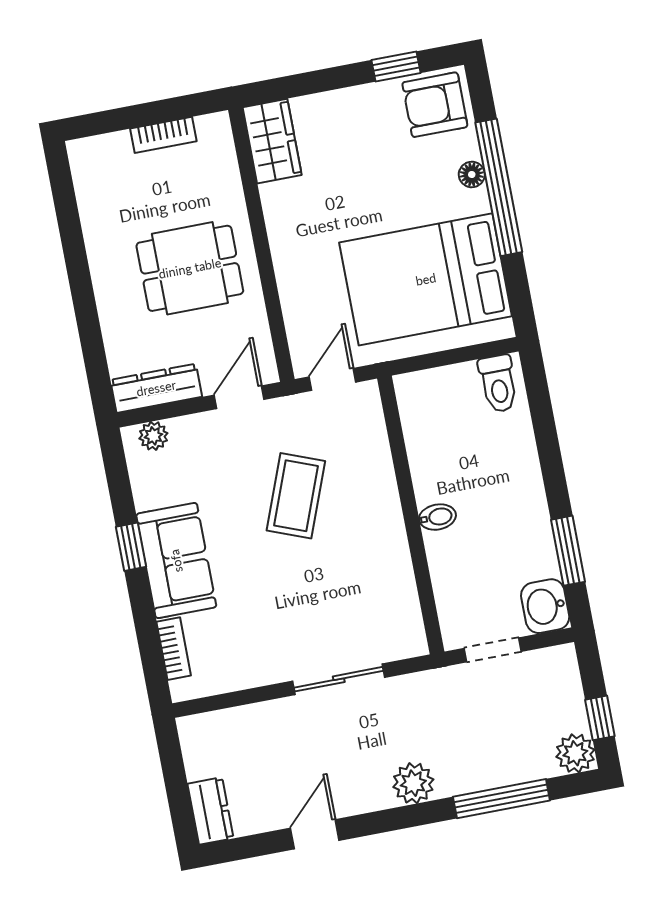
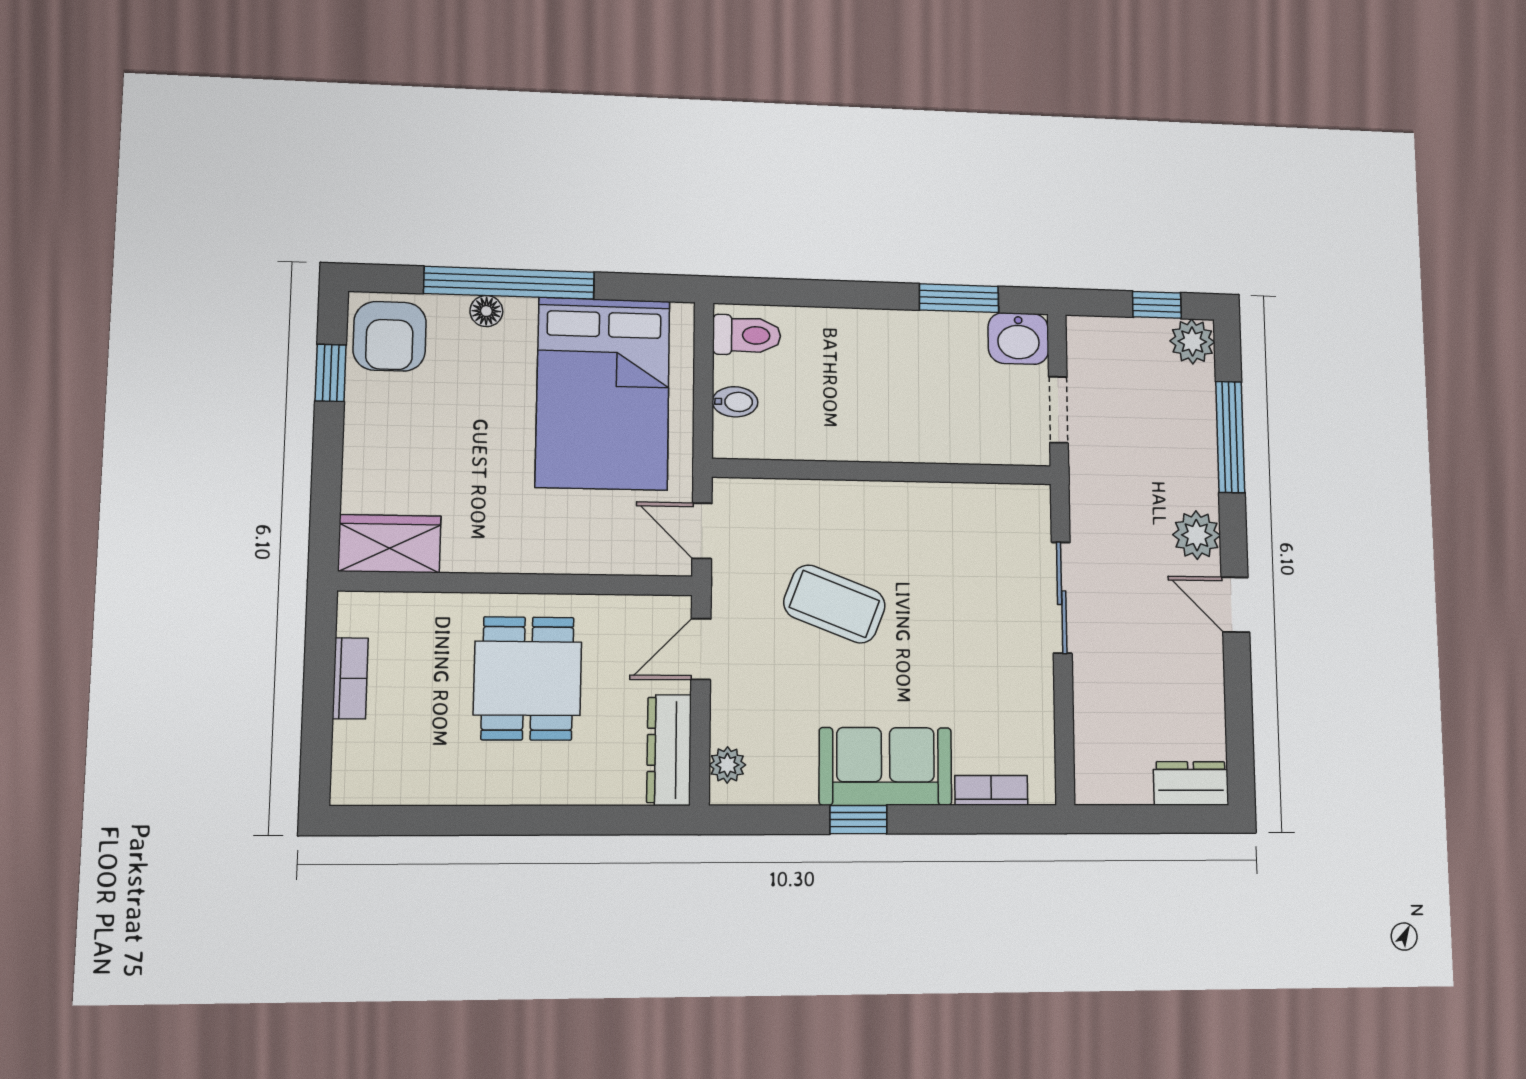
door: (239, 397) -> (701, 649), hinge flipped
bidet: (437, 517) -> (735, 402), moved, turned 90
door: (315, 834) -> (1235, 605), moved

